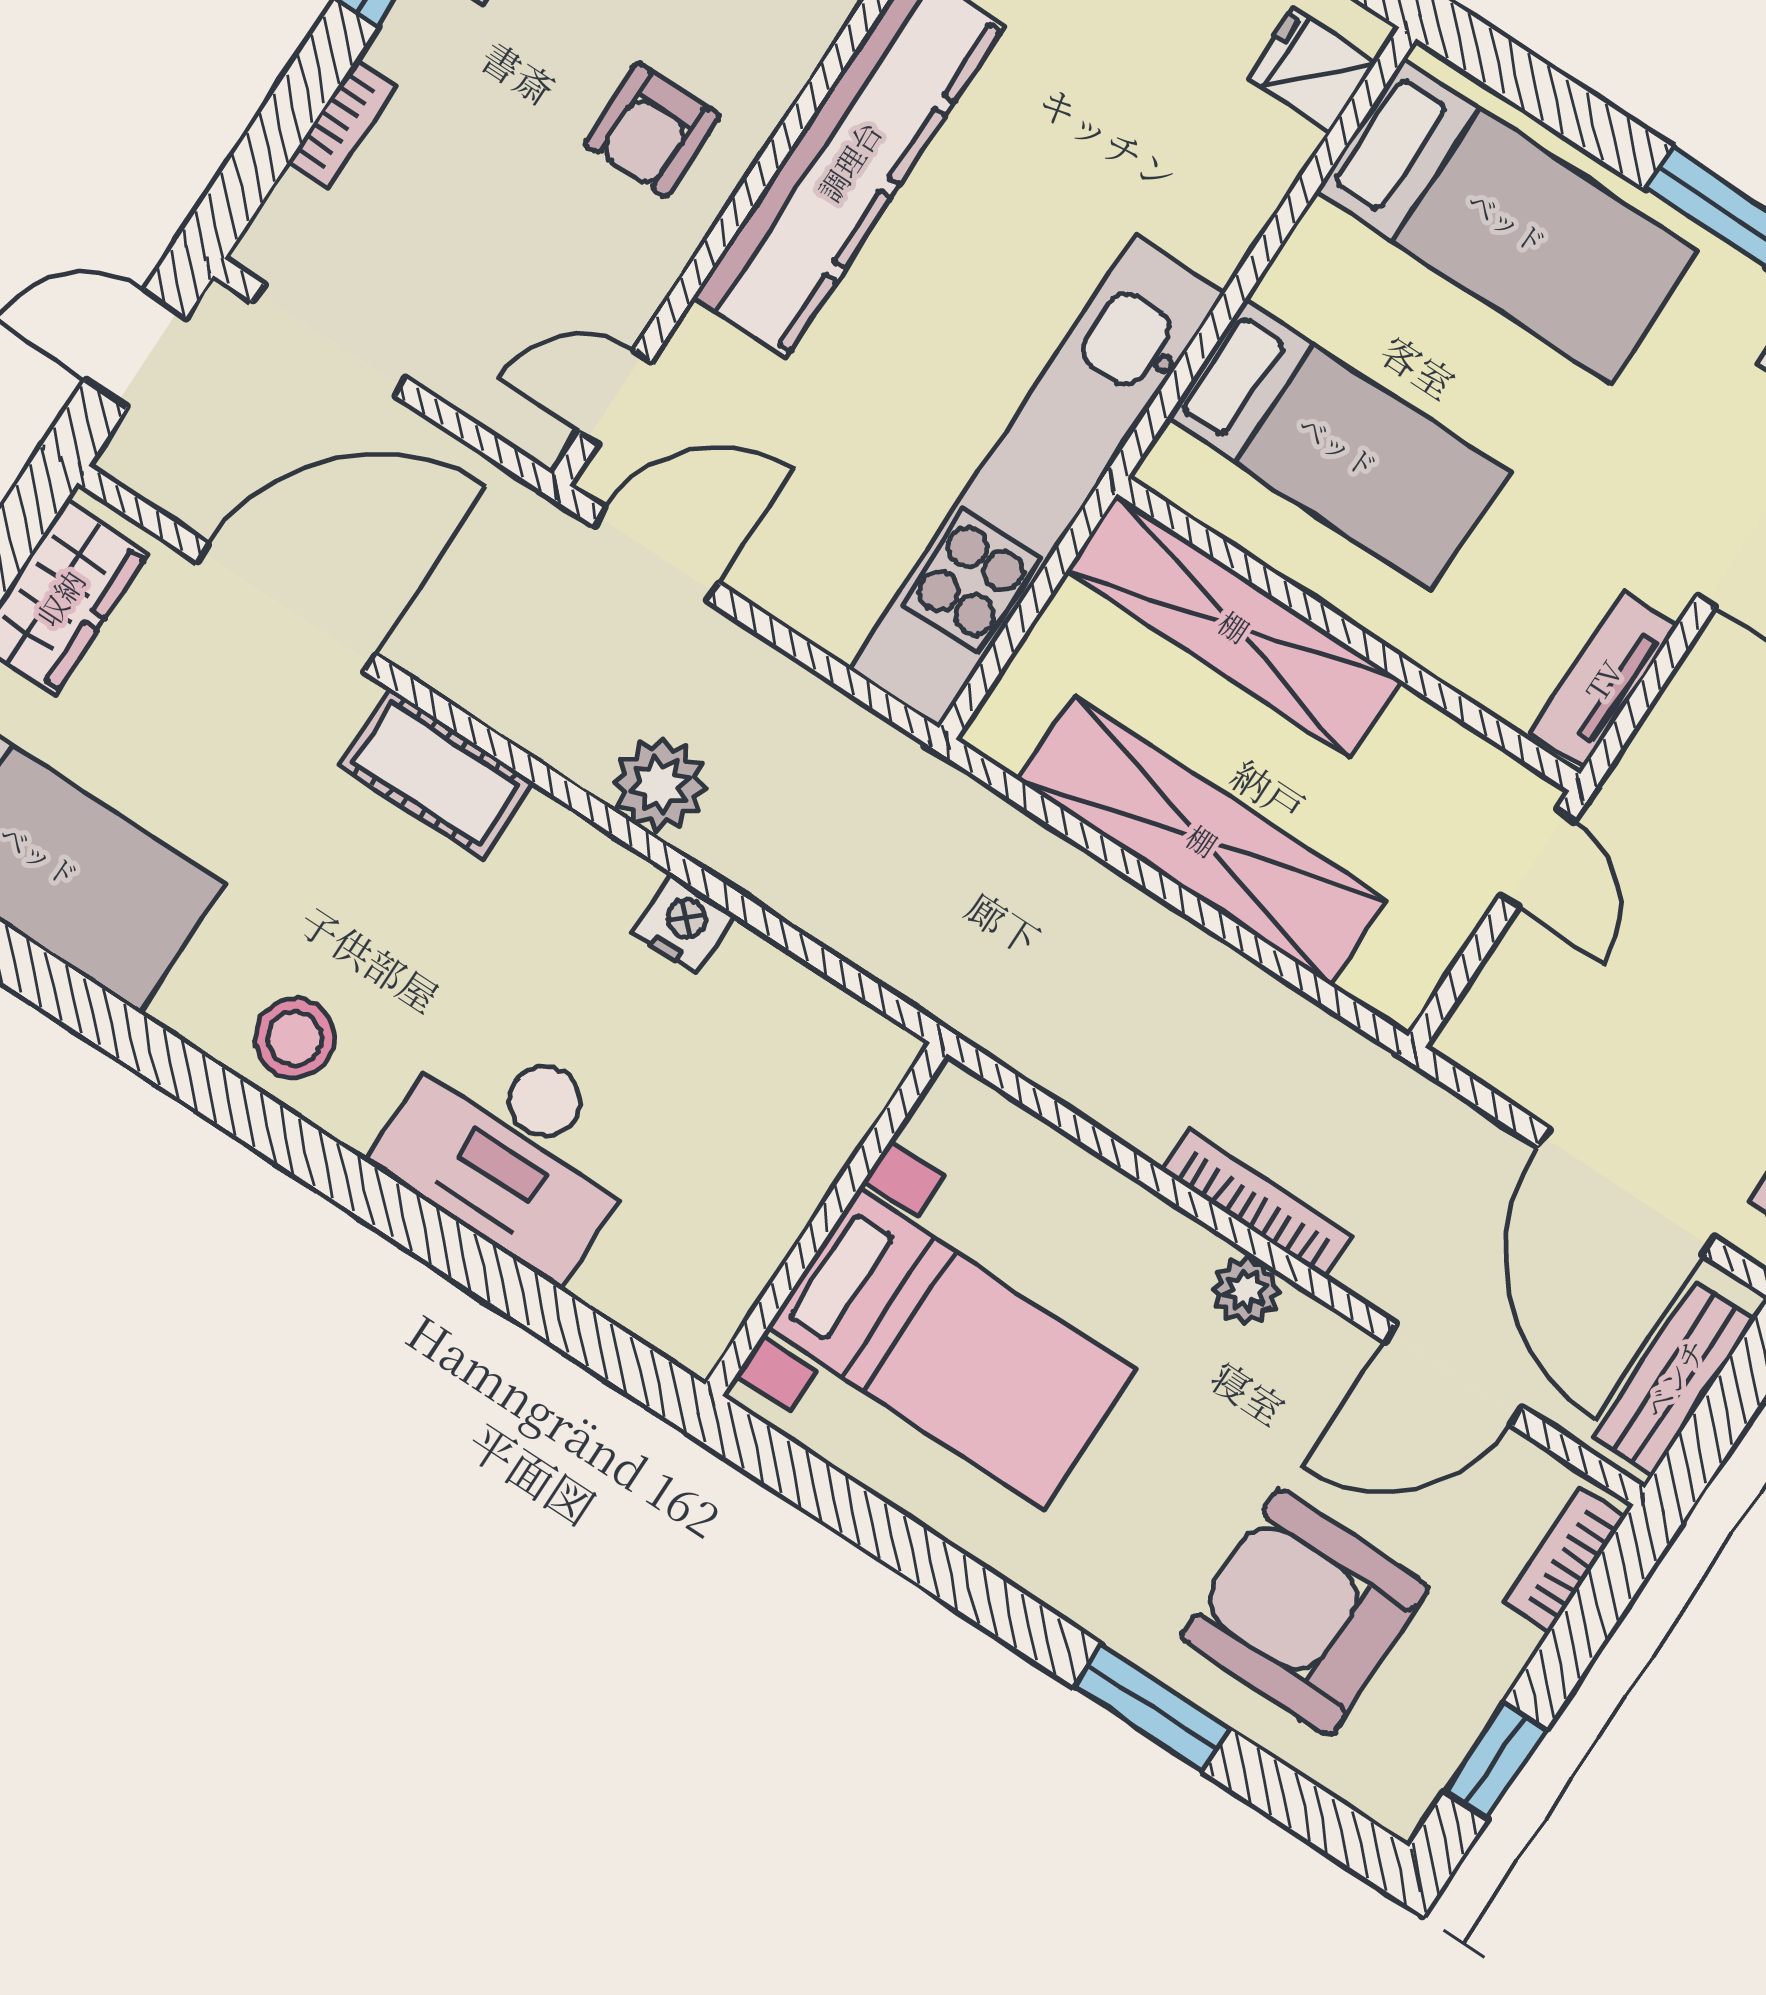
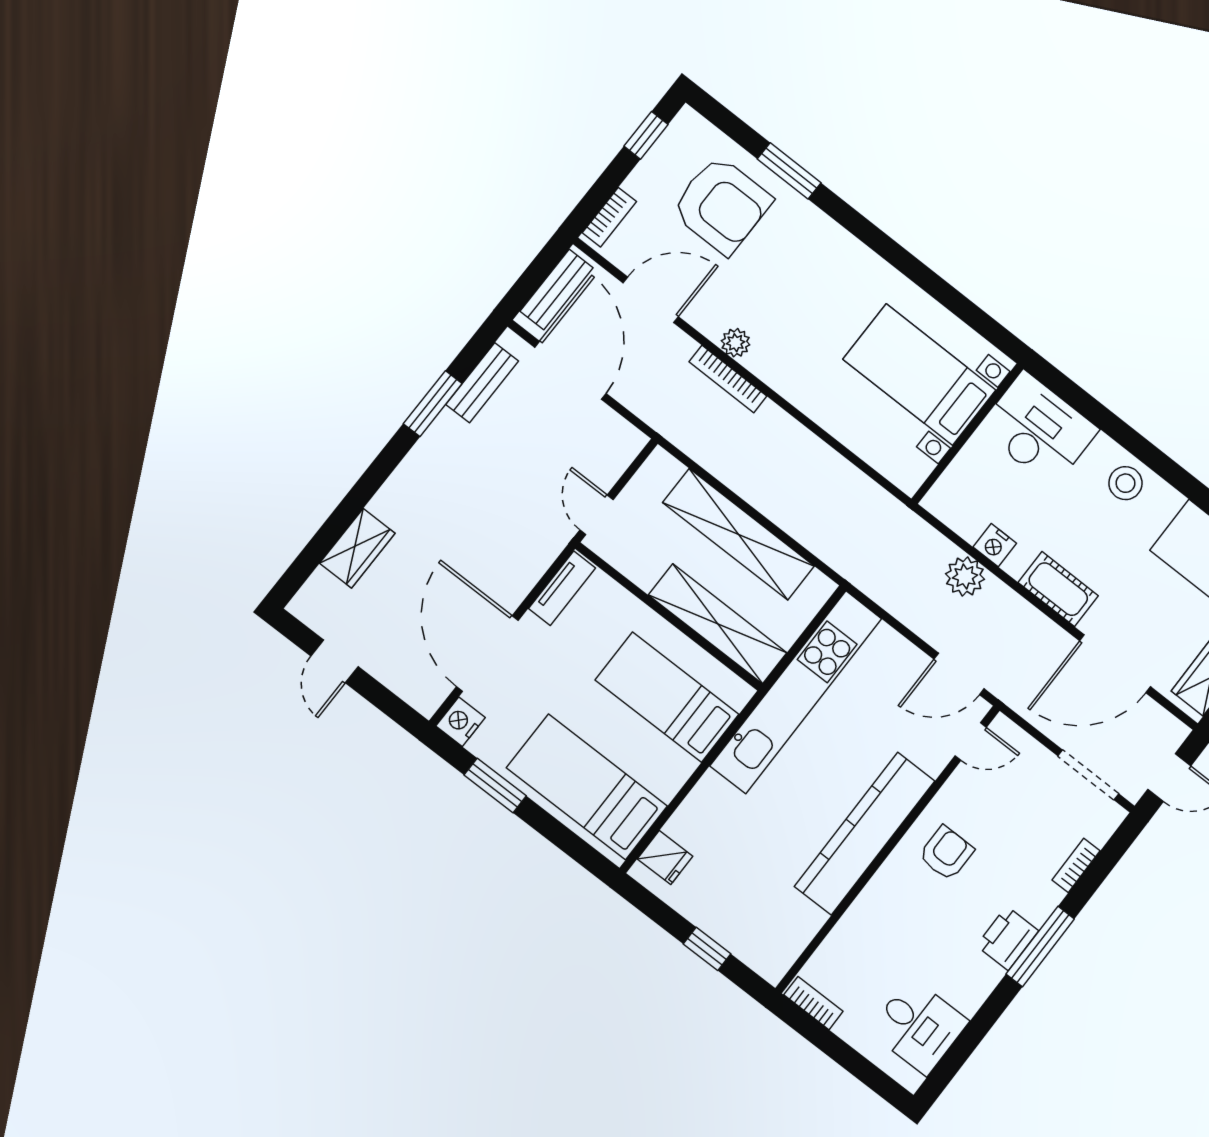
nightstand: (683, 923) -> (995, 545), moved
wall: (826, 1219) -> (967, 433), moved
bed with nightstands: (951, 1349) -> (919, 375), moved

